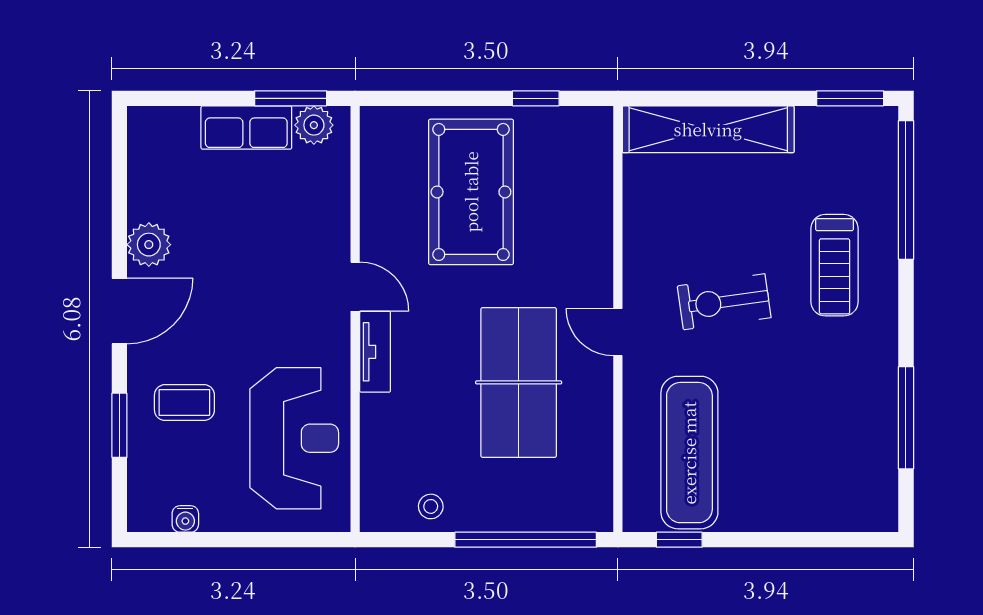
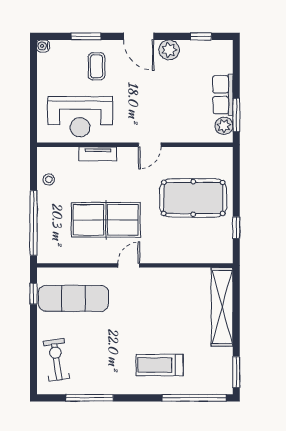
window: (119, 175) -> (201, 36), added
exercise bike: (724, 302) -> (56, 360), moved
tv unit: (375, 352) -> (98, 154), moved
water cooler: (185, 519) -> (43, 46), moved

